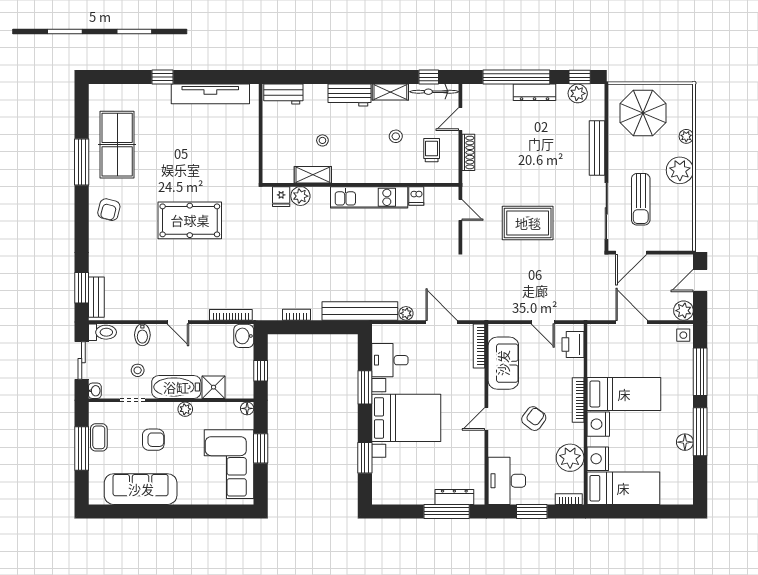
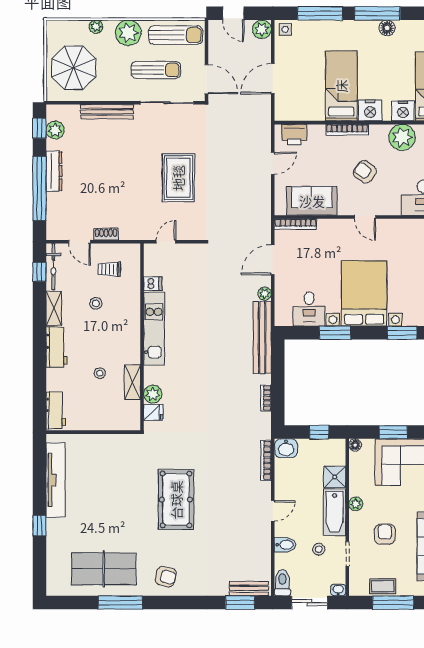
shoe rack: (468, 152) -> (106, 234), width x0.70
sun lounger: (677, 220) -> (176, 35), added

